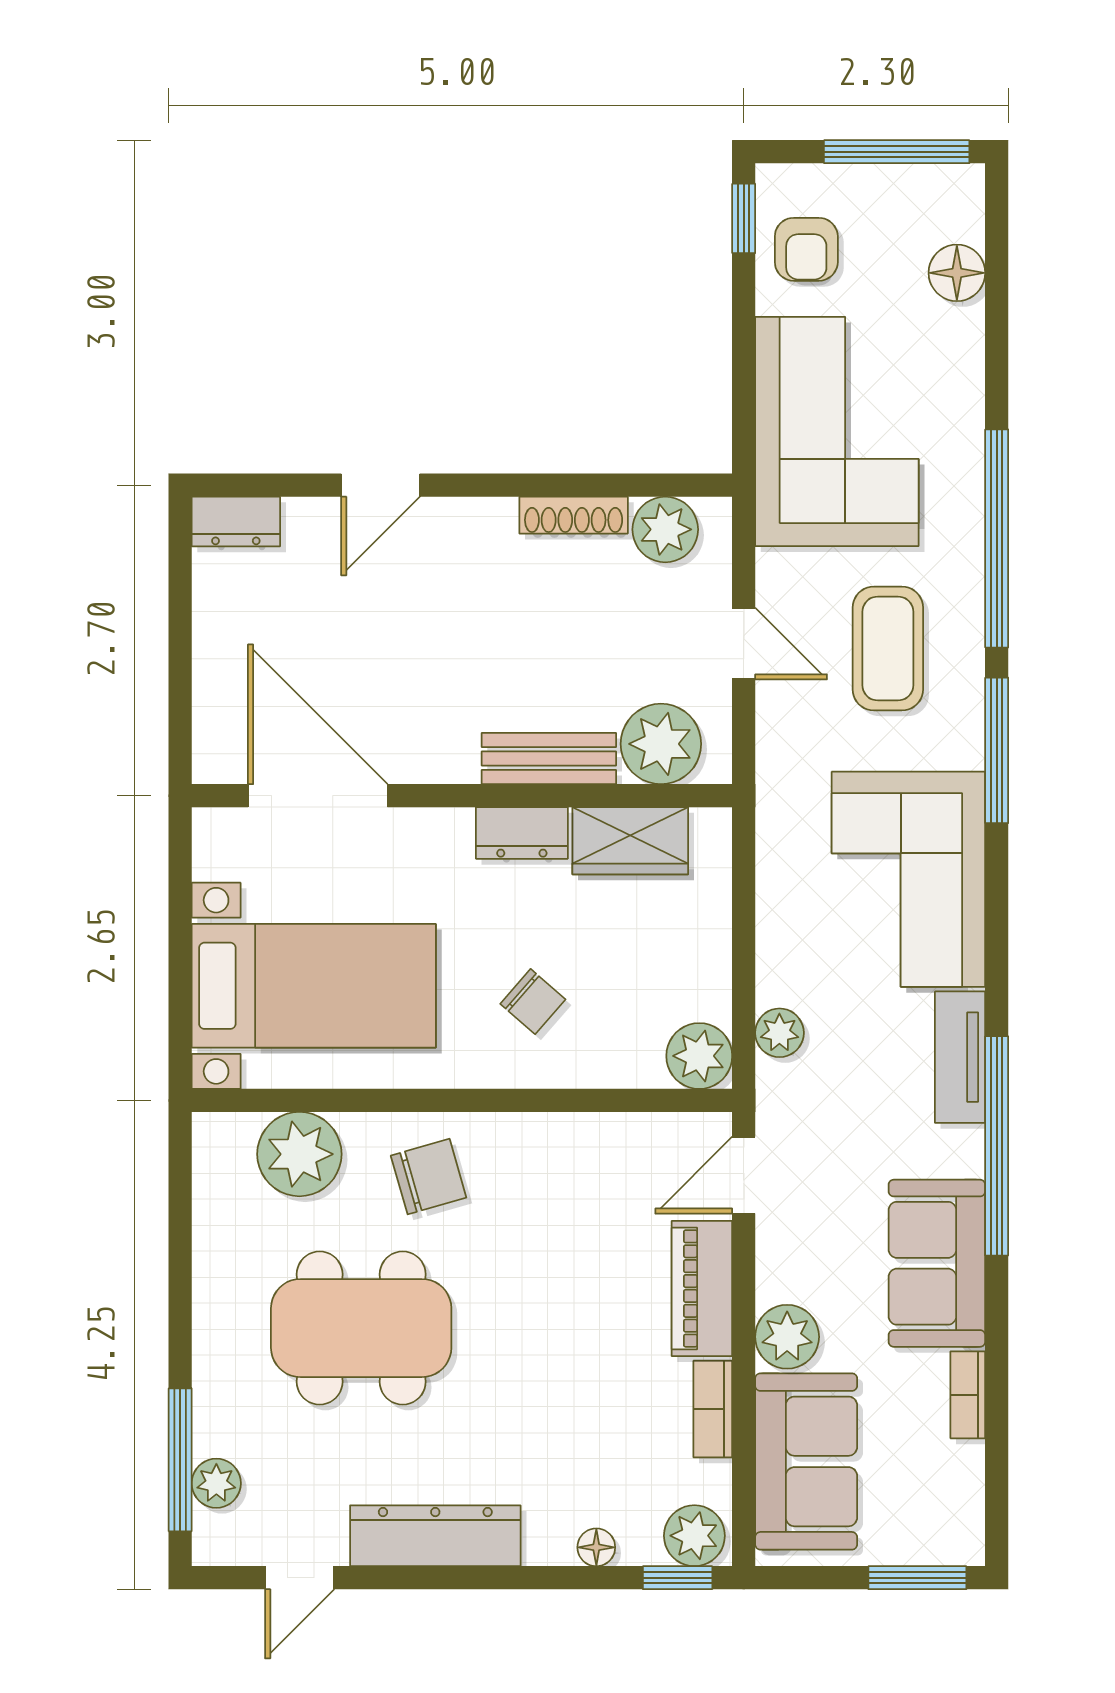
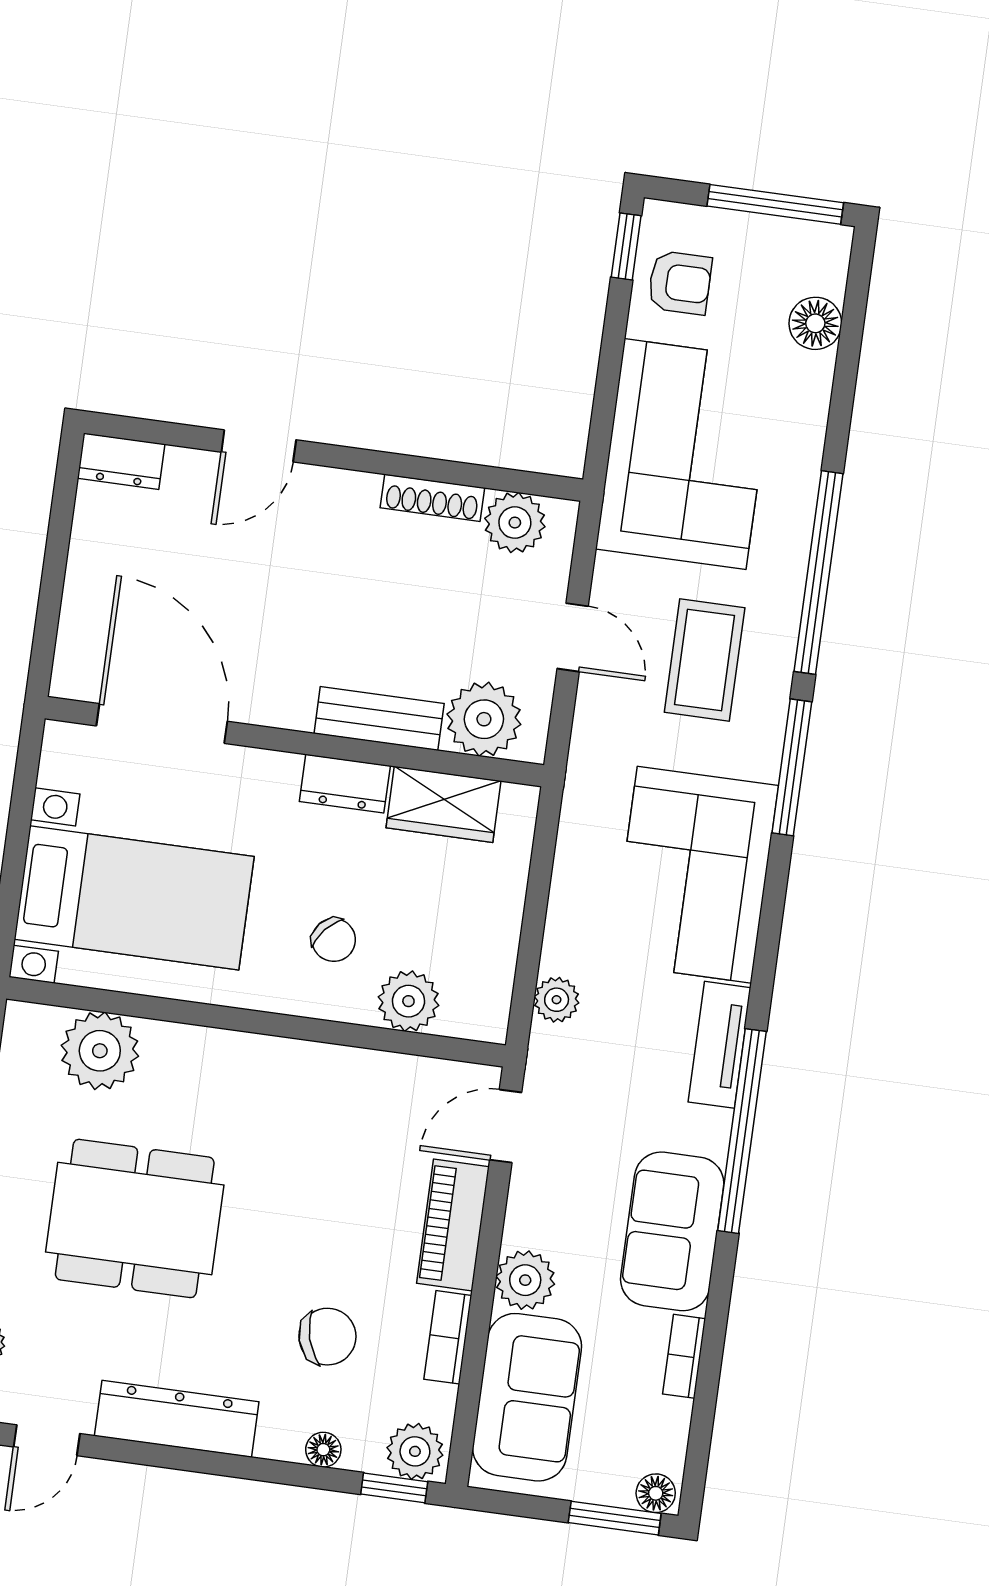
armchair: (806, 249) -> (680, 283), turned -90
plant: (699, 1056) -> (408, 1001), moved
chair: (429, 1177) -> (327, 1337), moved
floor lamp: (958, 1545) -> (656, 1493), added

